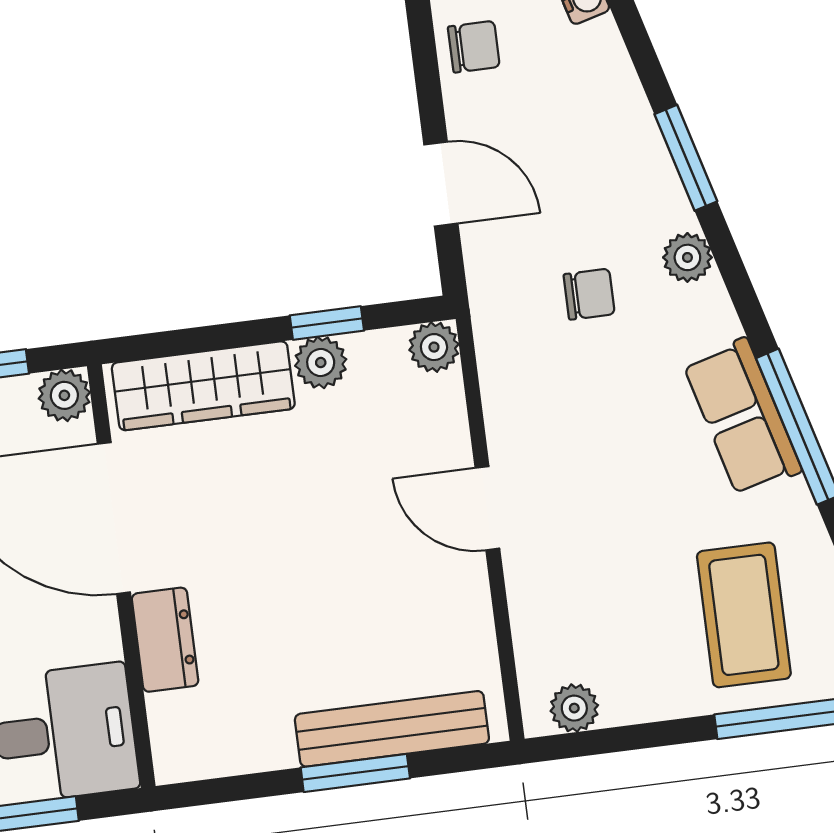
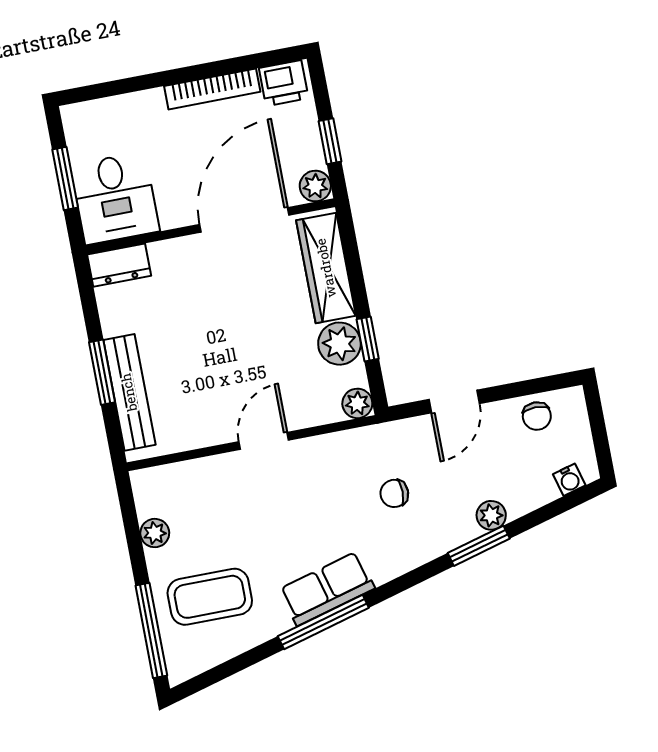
plant: (687, 257) -> (491, 515), moved
chair: (589, 294) -> (394, 493), turned 90
plant: (321, 363) -> (339, 344), width x1.38, depth x1.38
dresser: (165, 640) -> (119, 265), moved
plant: (574, 708) -> (155, 533), moved

